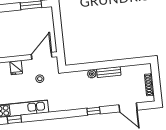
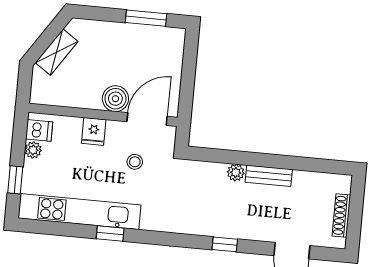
boiler: (24, 49) -> (115, 99), added
window: (14, 119) -> (110, 233), moved

